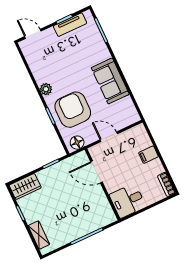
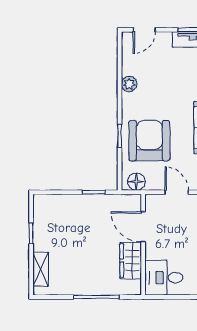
door: (33, 34) -> (144, 30), swing flipped
plant: (46, 89) -> (129, 84), moved
wardrobe: (25, 186) -> (131, 260), moved, turned 90

